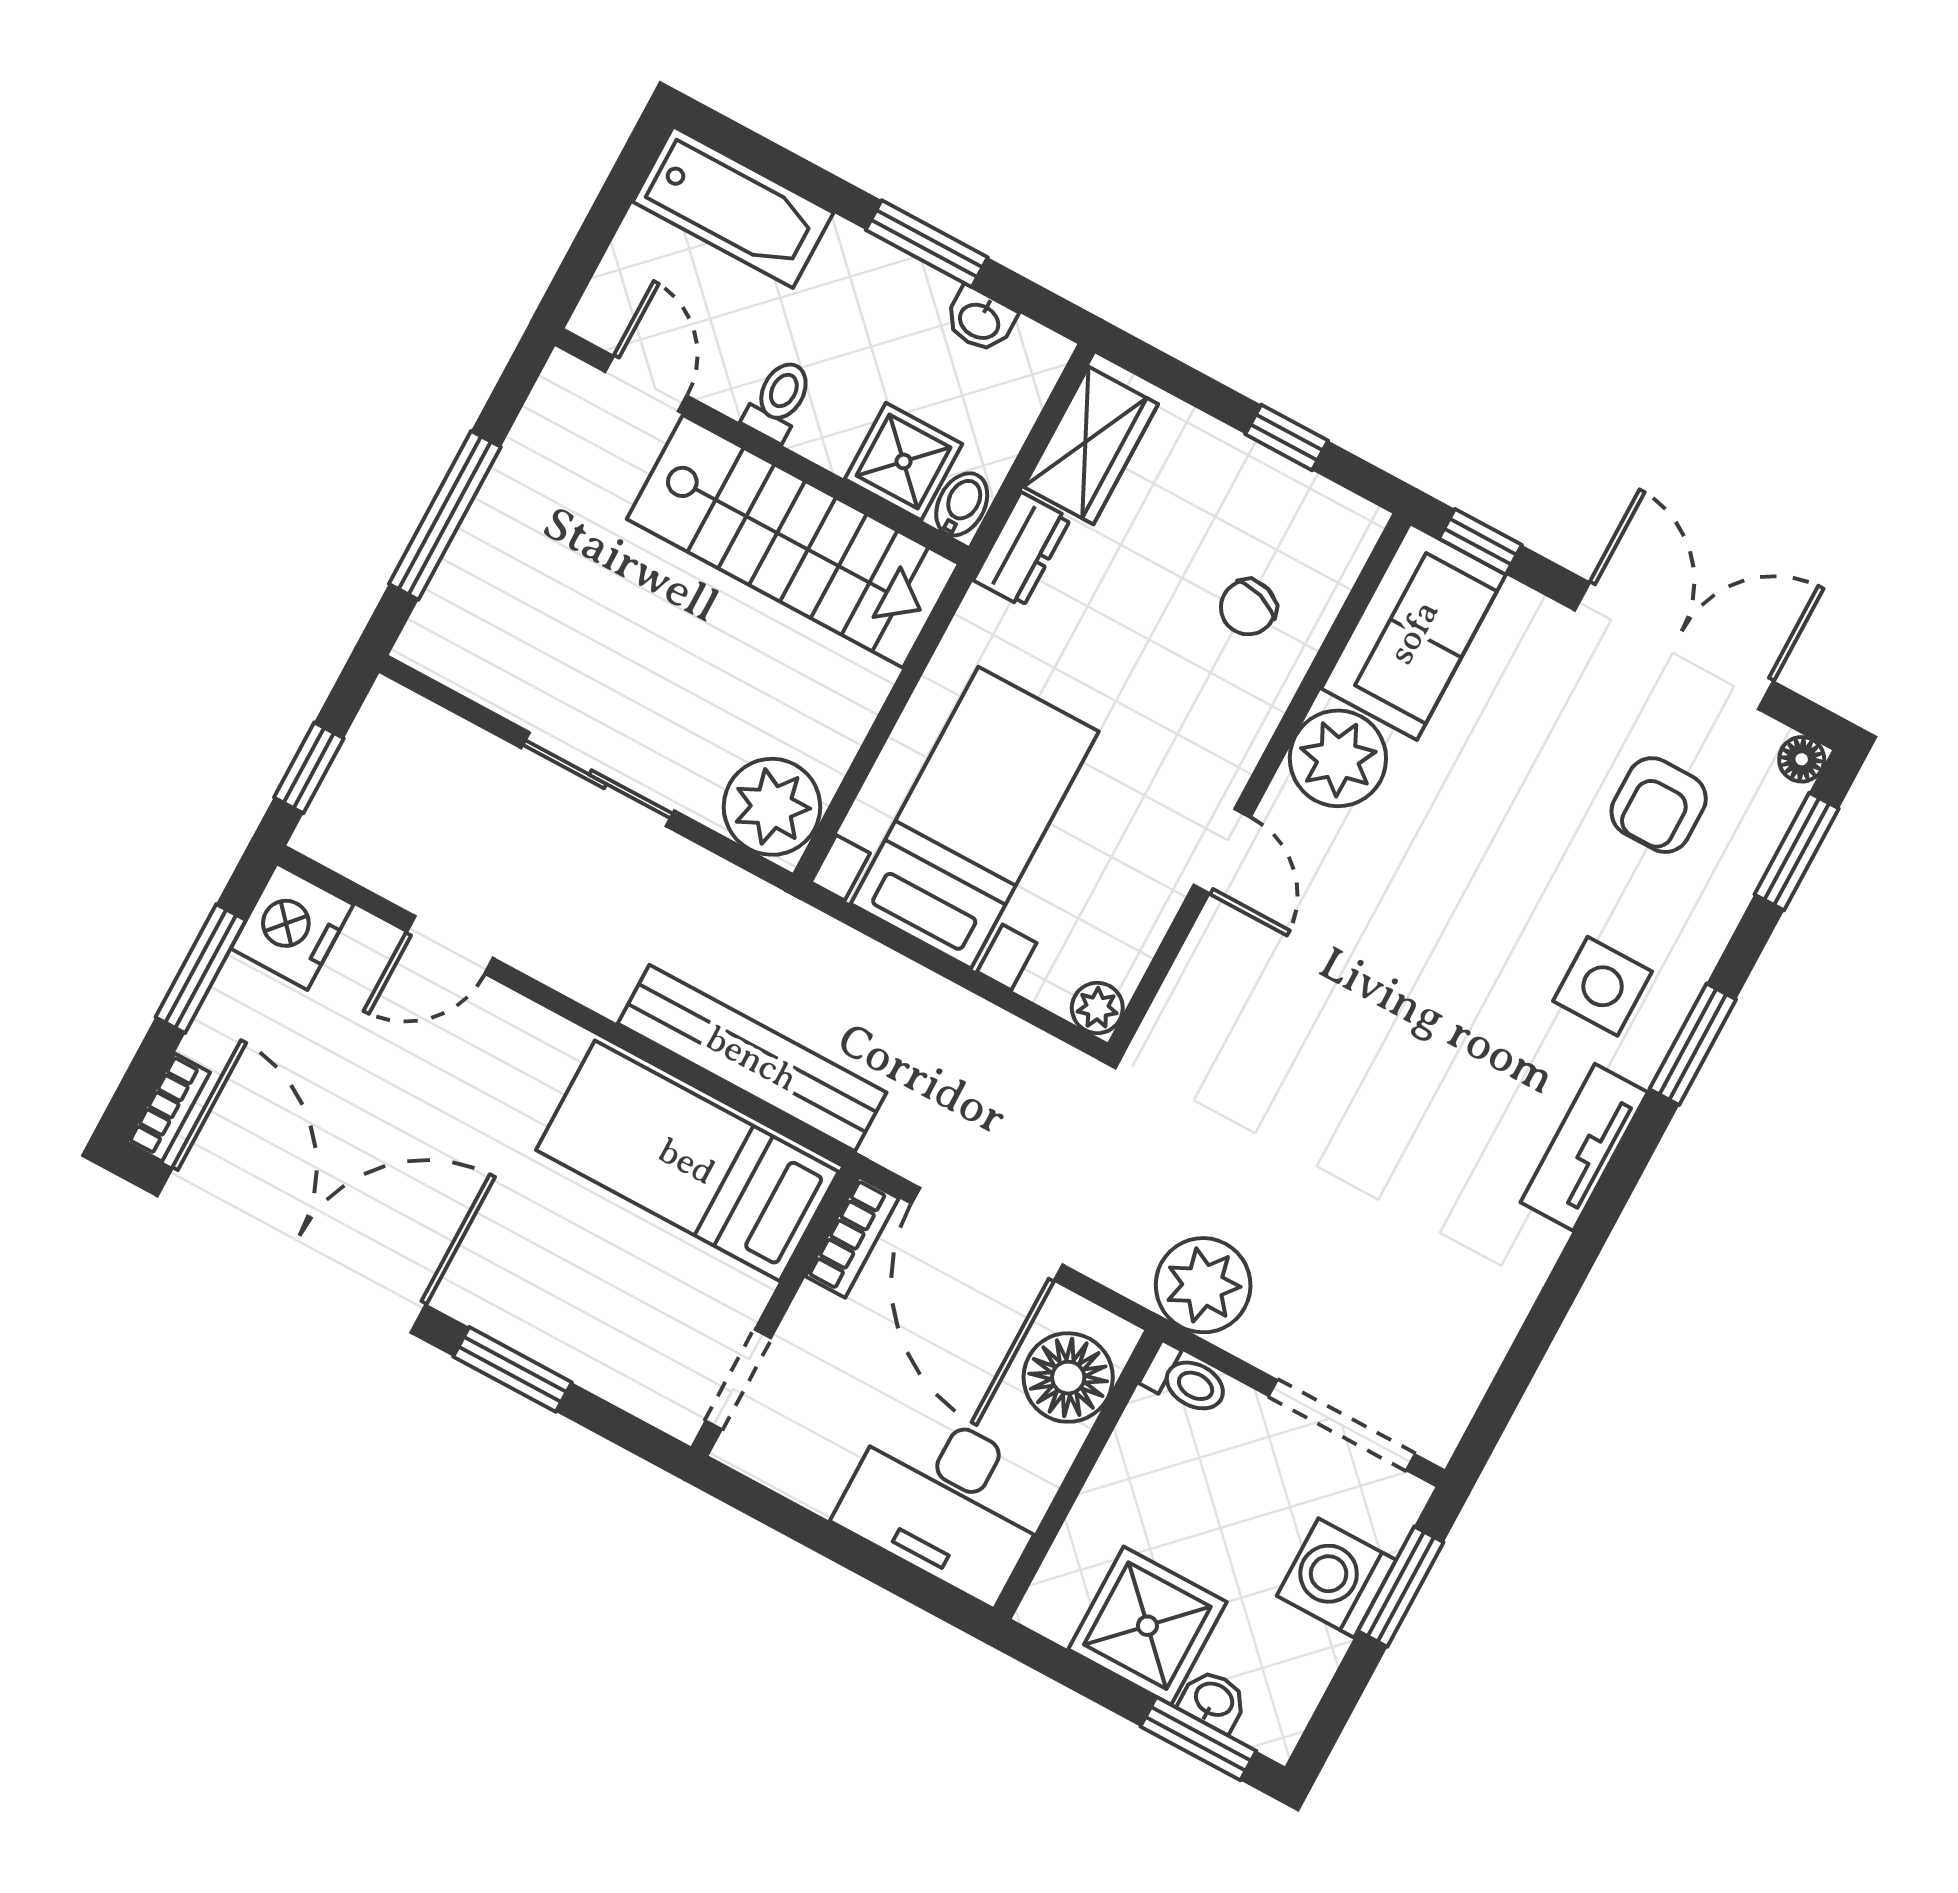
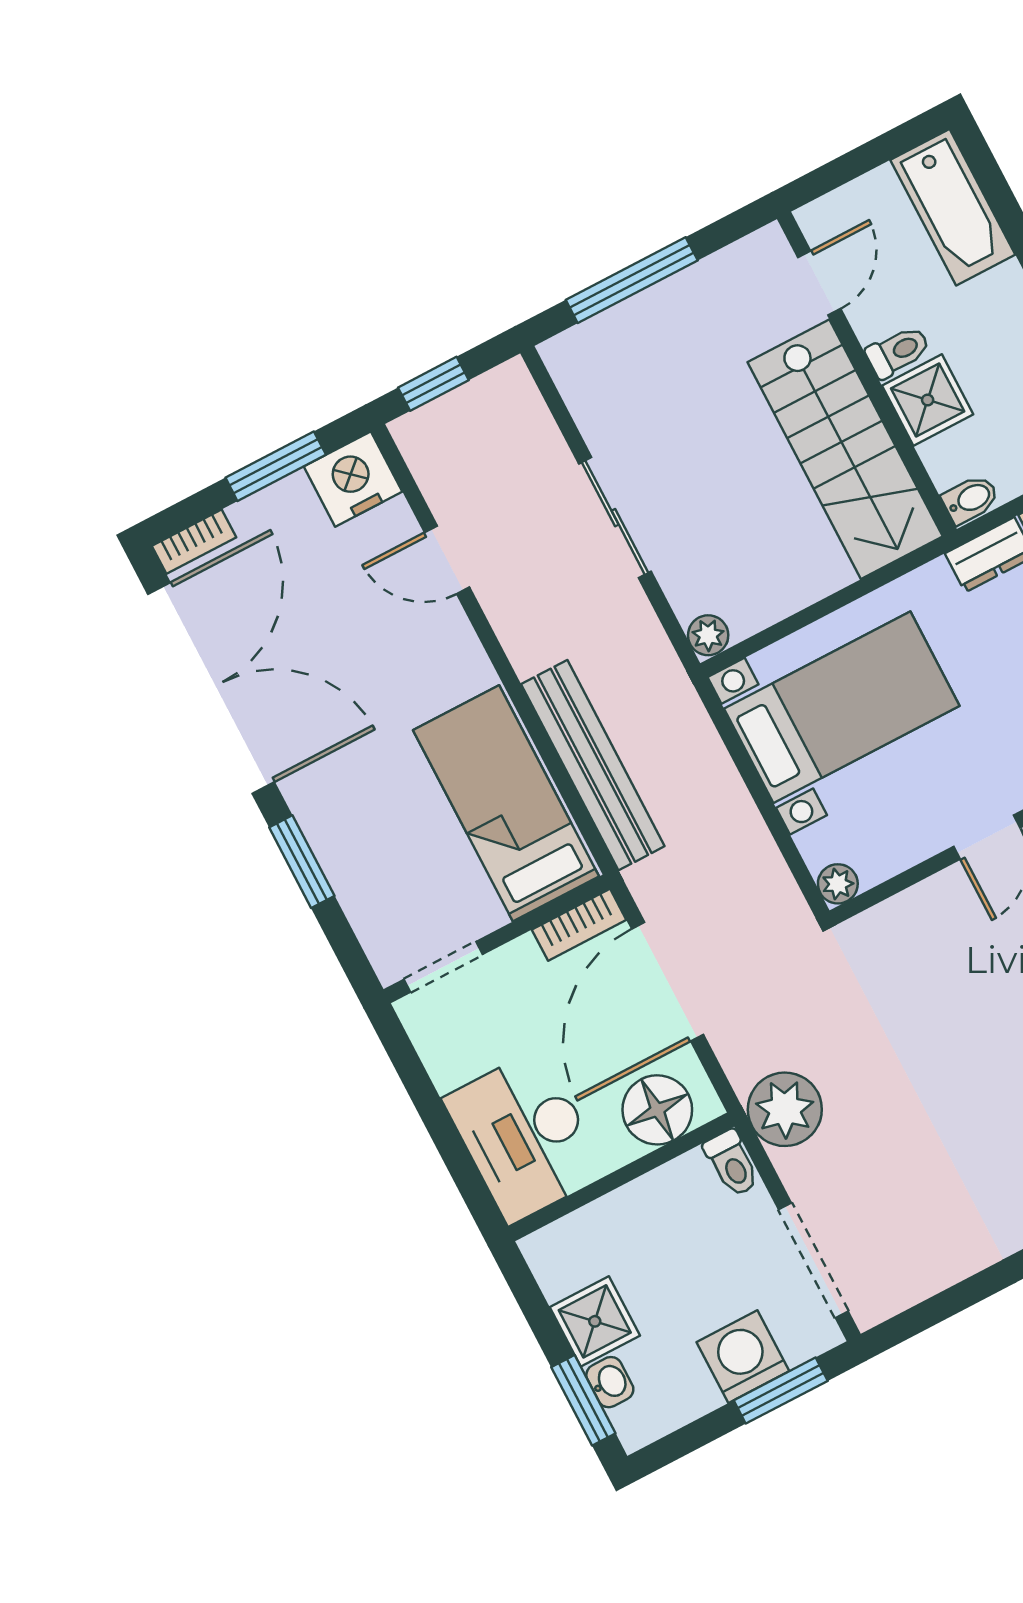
shower: (904, 461) -> (928, 400), moved
plant: (772, 807) -> (708, 635), width x0.53, depth x0.53
shower: (1147, 1626) -> (595, 1321), width x0.73, depth x0.73

